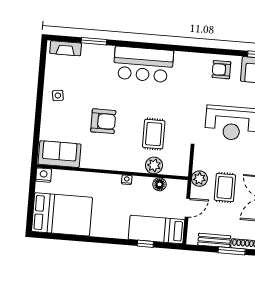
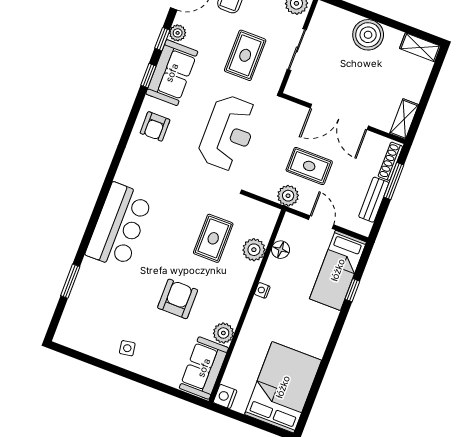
fireplace: (66, 48) -> (69, 320), removed
rug: (154, 134) -> (213, 238), turned 90
plant: (88, 161) -> (223, 333), added

